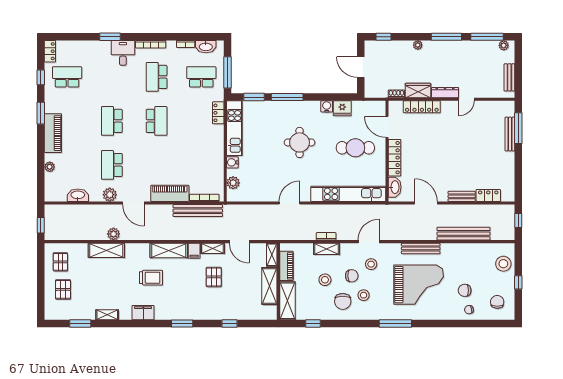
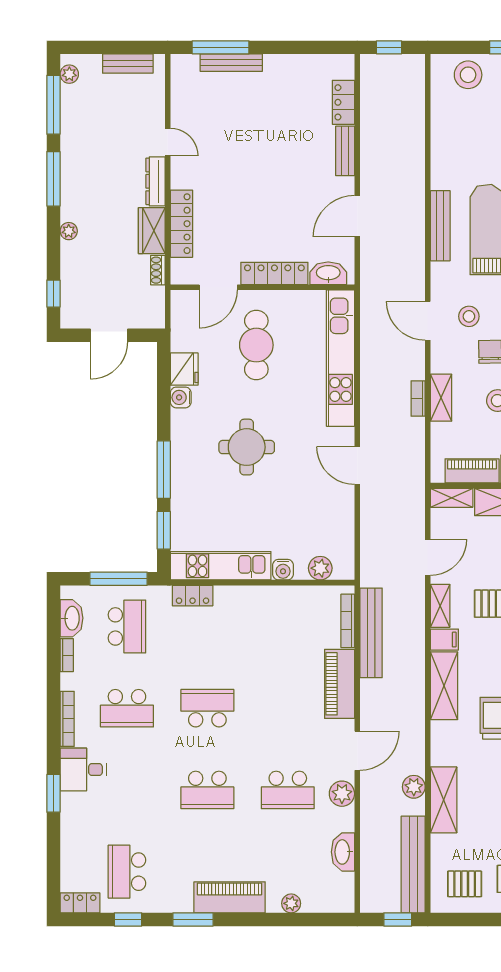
school desk: (201, 77) -> (127, 626), turned 180
bench: (463, 234) -> (413, 865), moved

